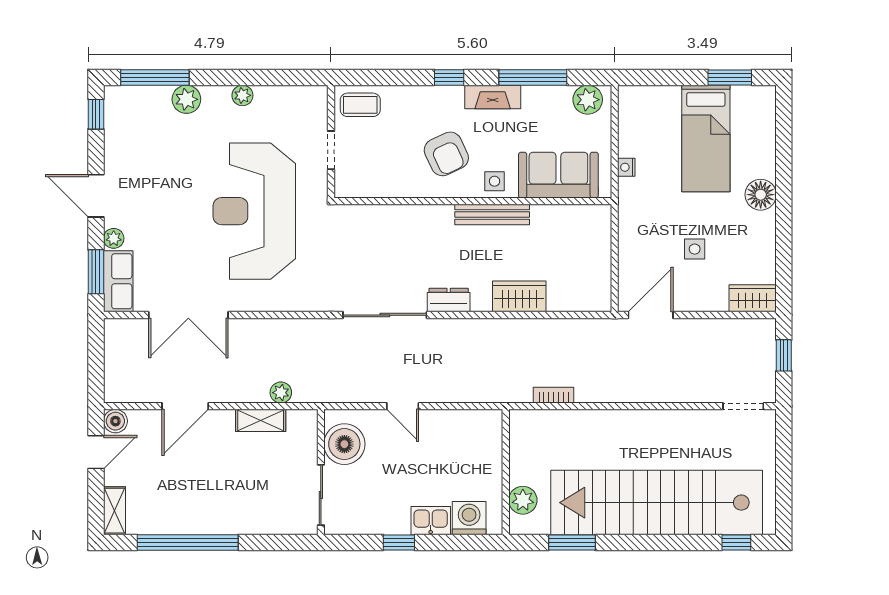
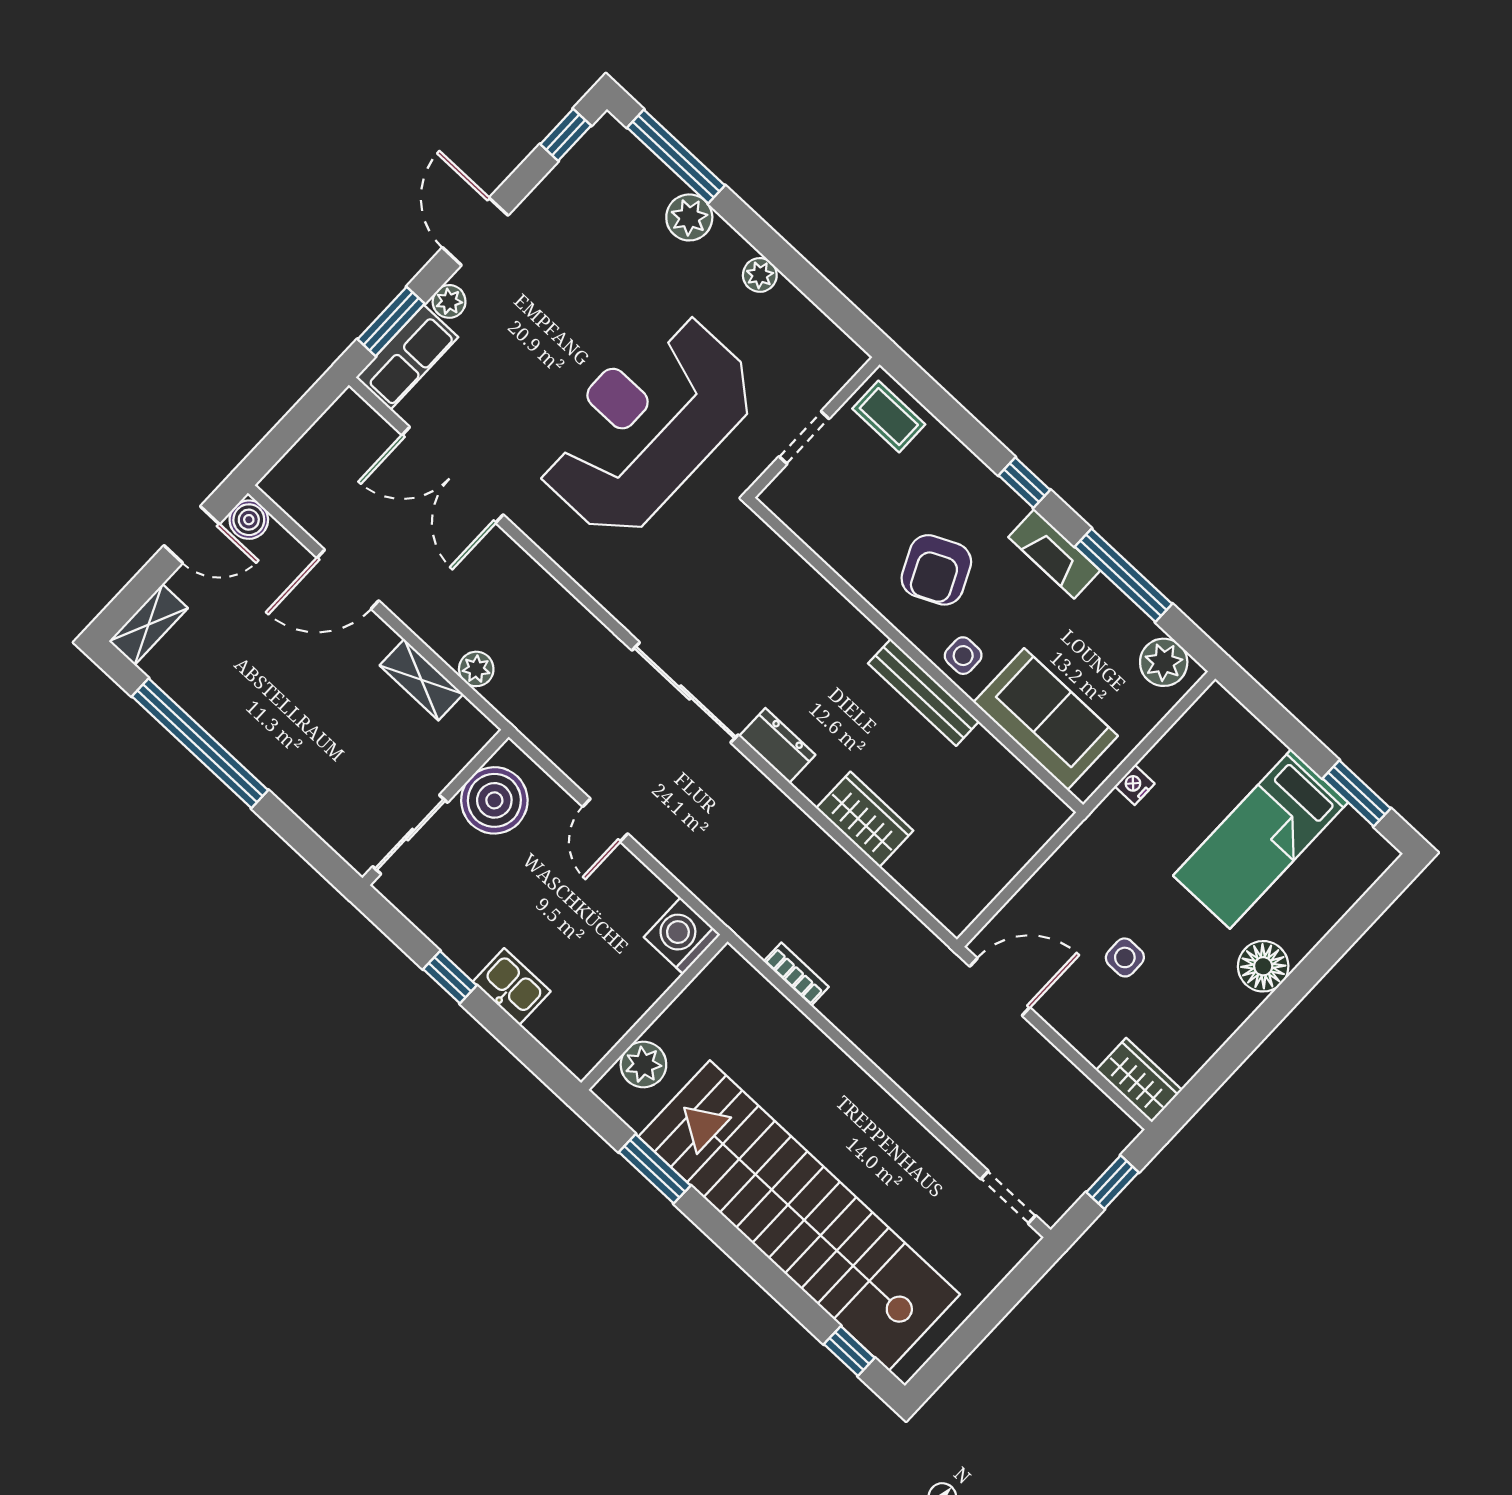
washing machine: (469, 518) -> (682, 936), moved, turned -90

